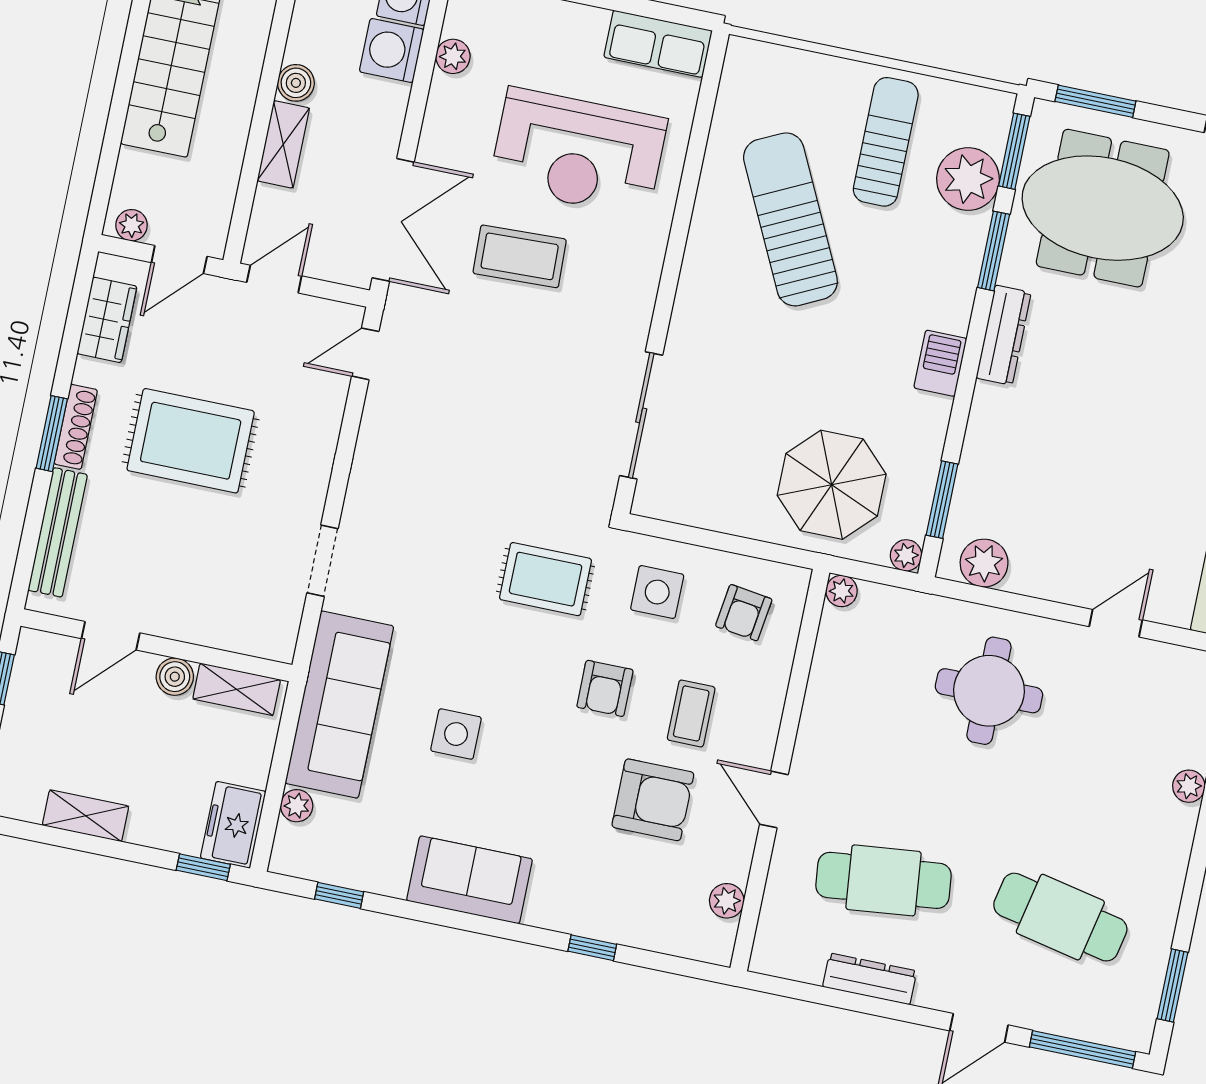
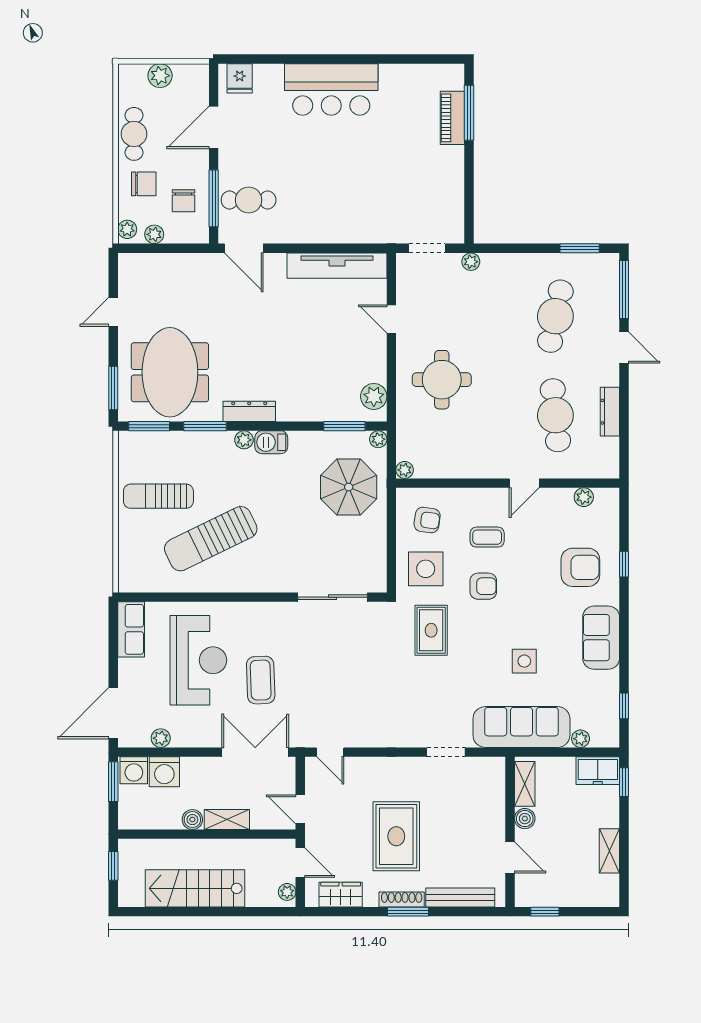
plant: (968, 179) -> (244, 440), moved, width x0.53, depth x0.53
side table: (657, 592) -> (426, 569), width x1.37, depth x1.37
armchair: (653, 800) -> (580, 567), moved, turned 90

